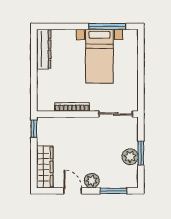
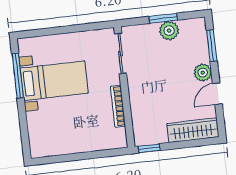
dresser: (44, 49) -> (53, 147), removed

